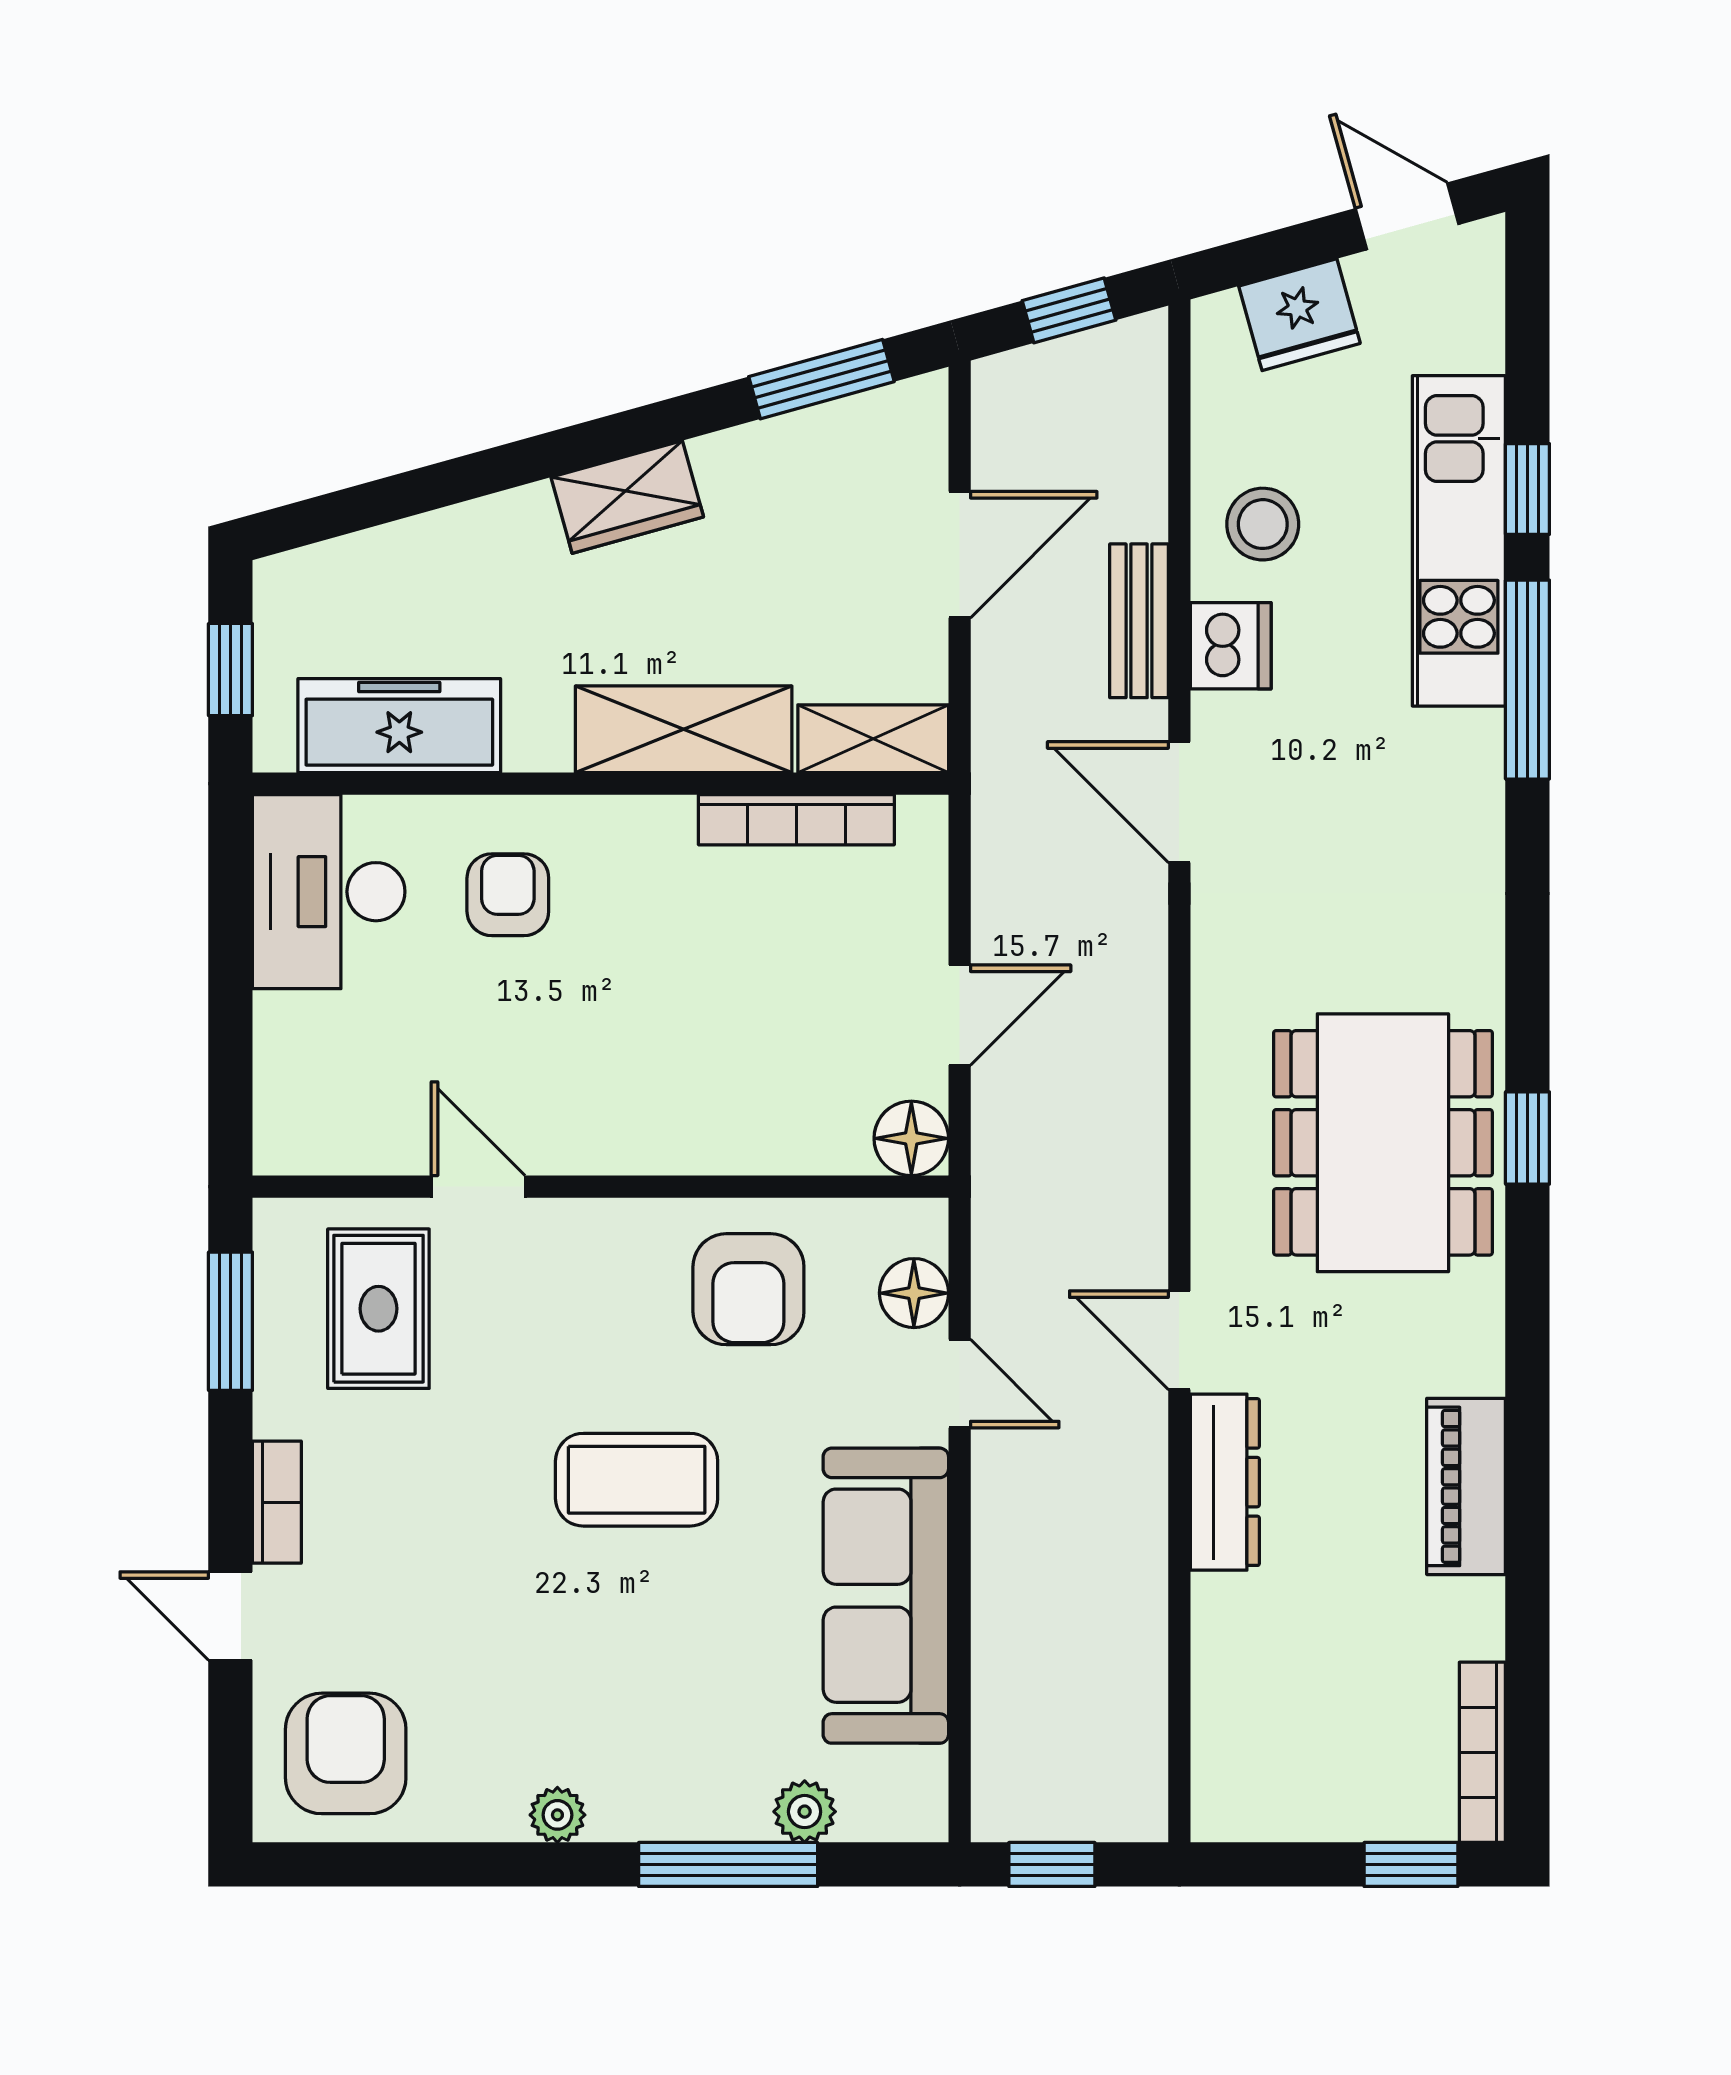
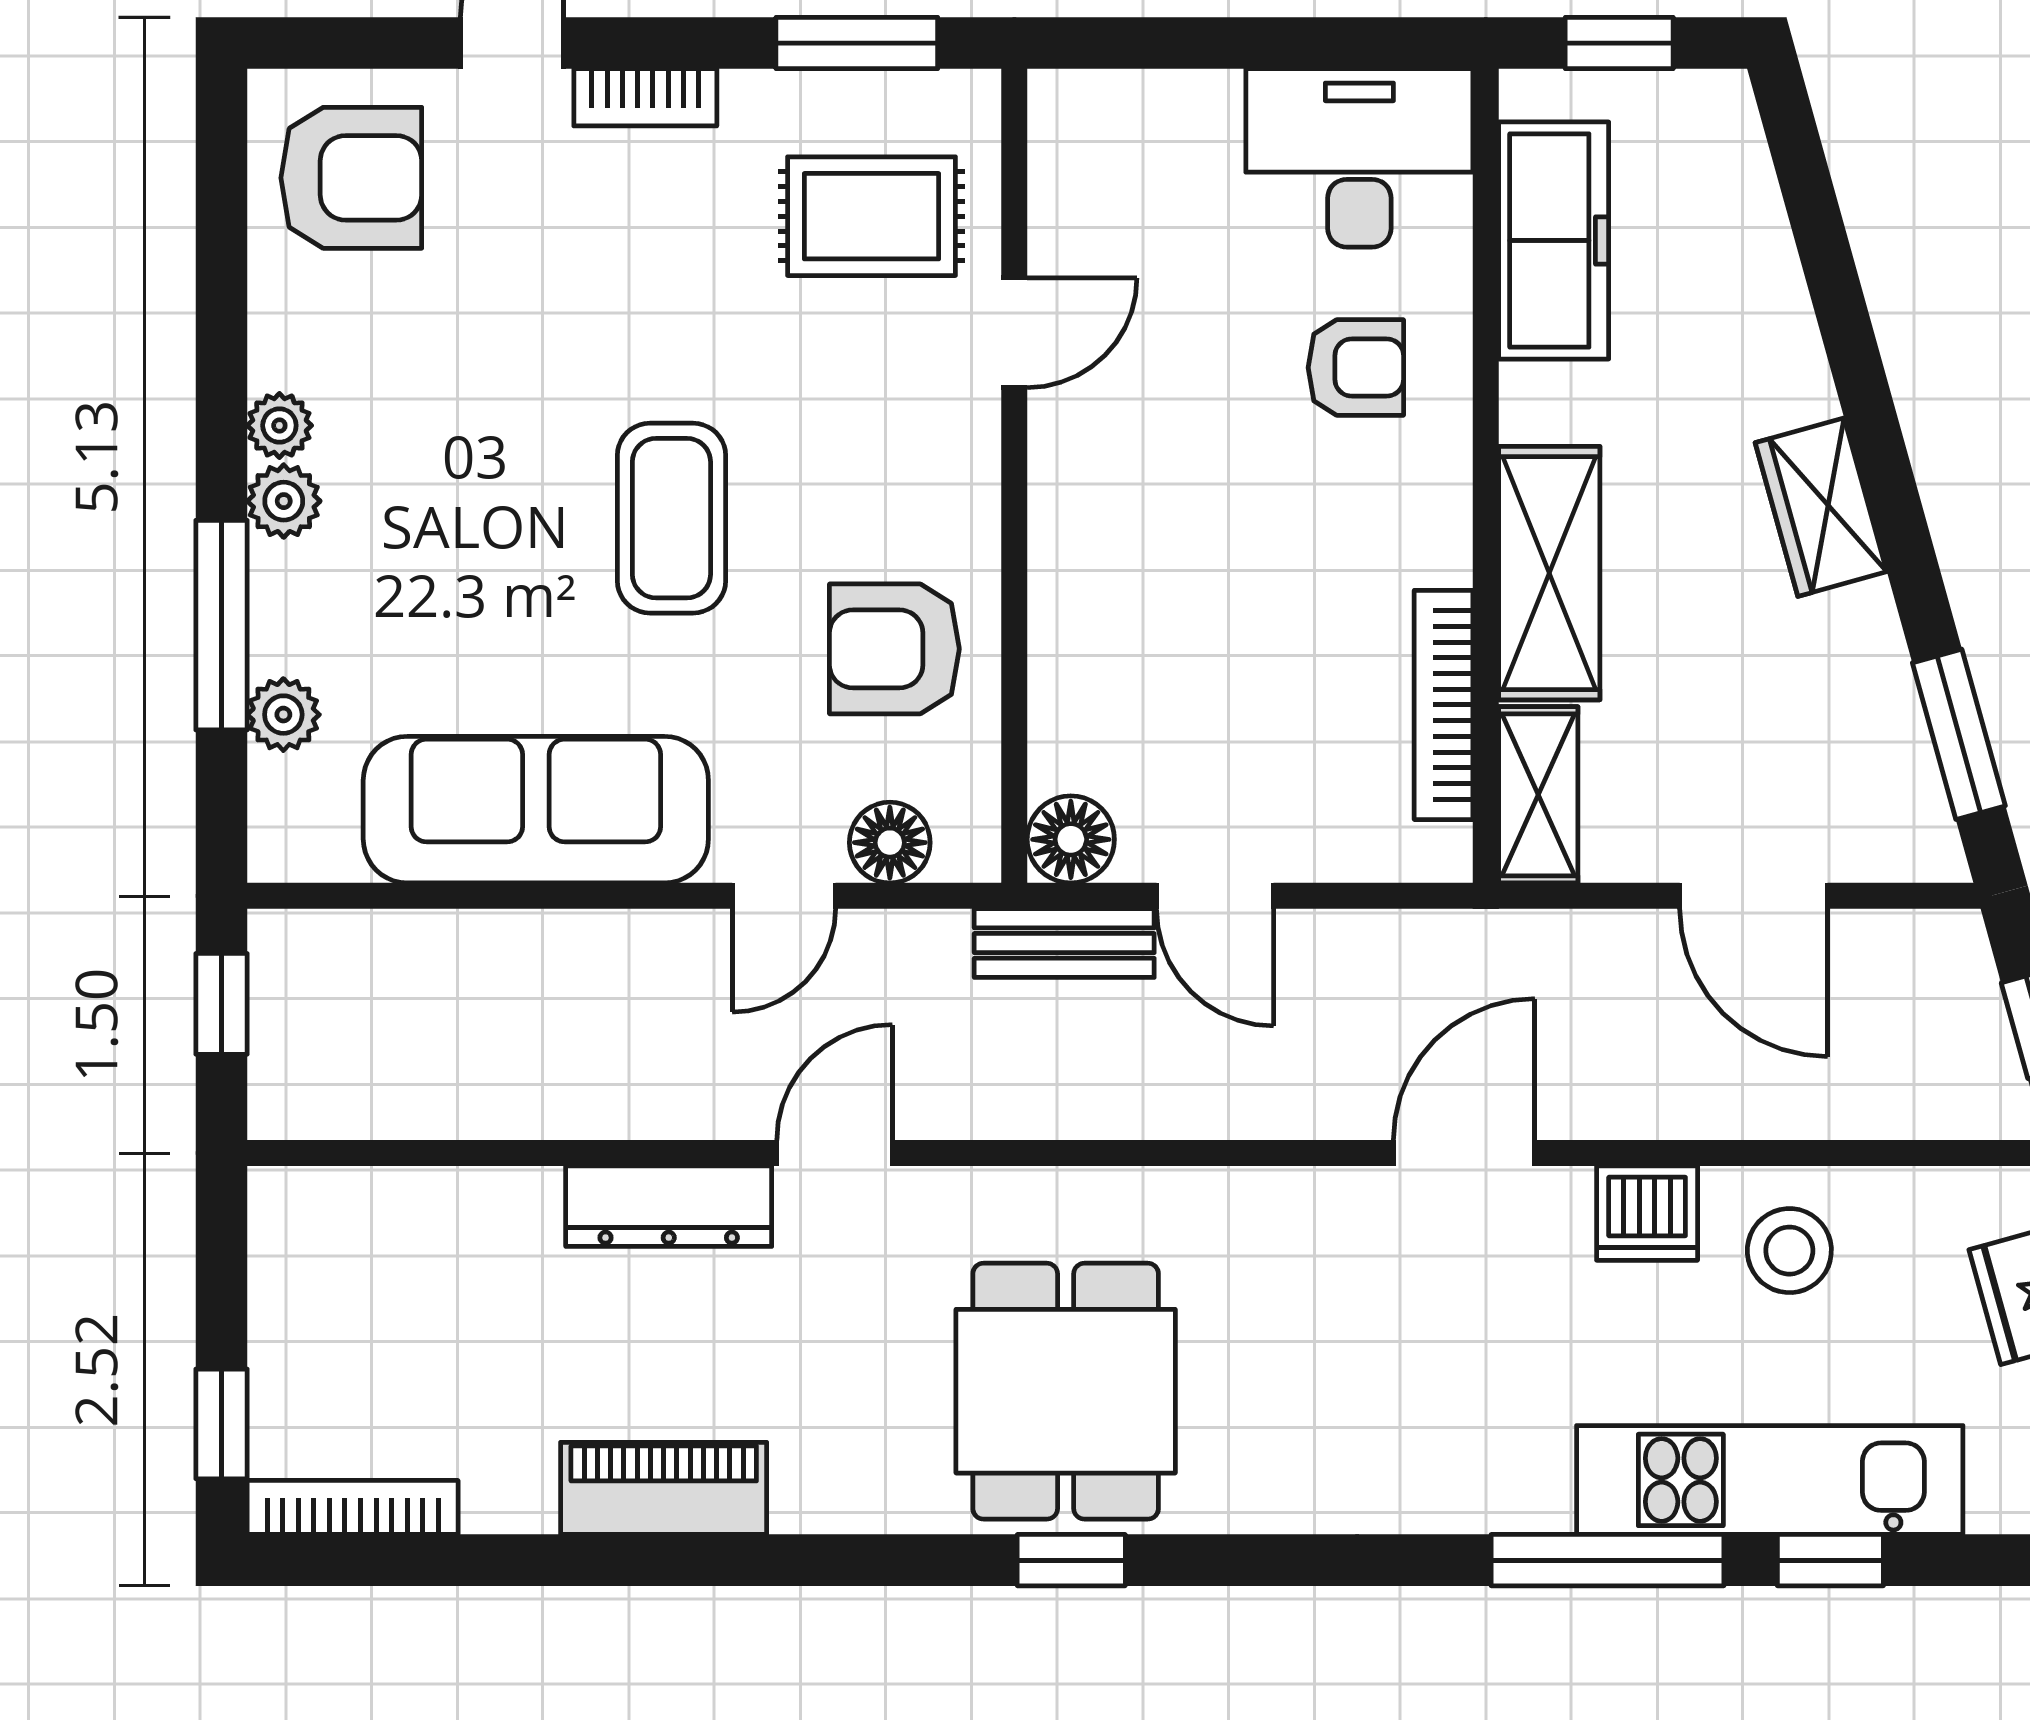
bench: (1139, 621) -> (1064, 943), moved
dining table: (1383, 1143) -> (1066, 1391), width x0.73
plant: (622, 1811) -> (284, 501), added

